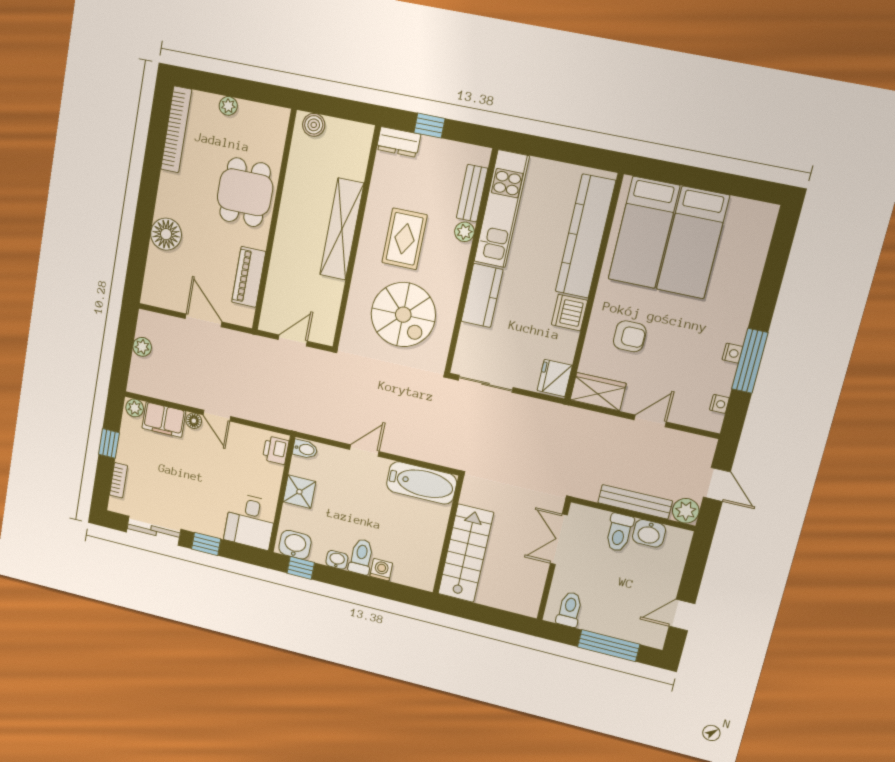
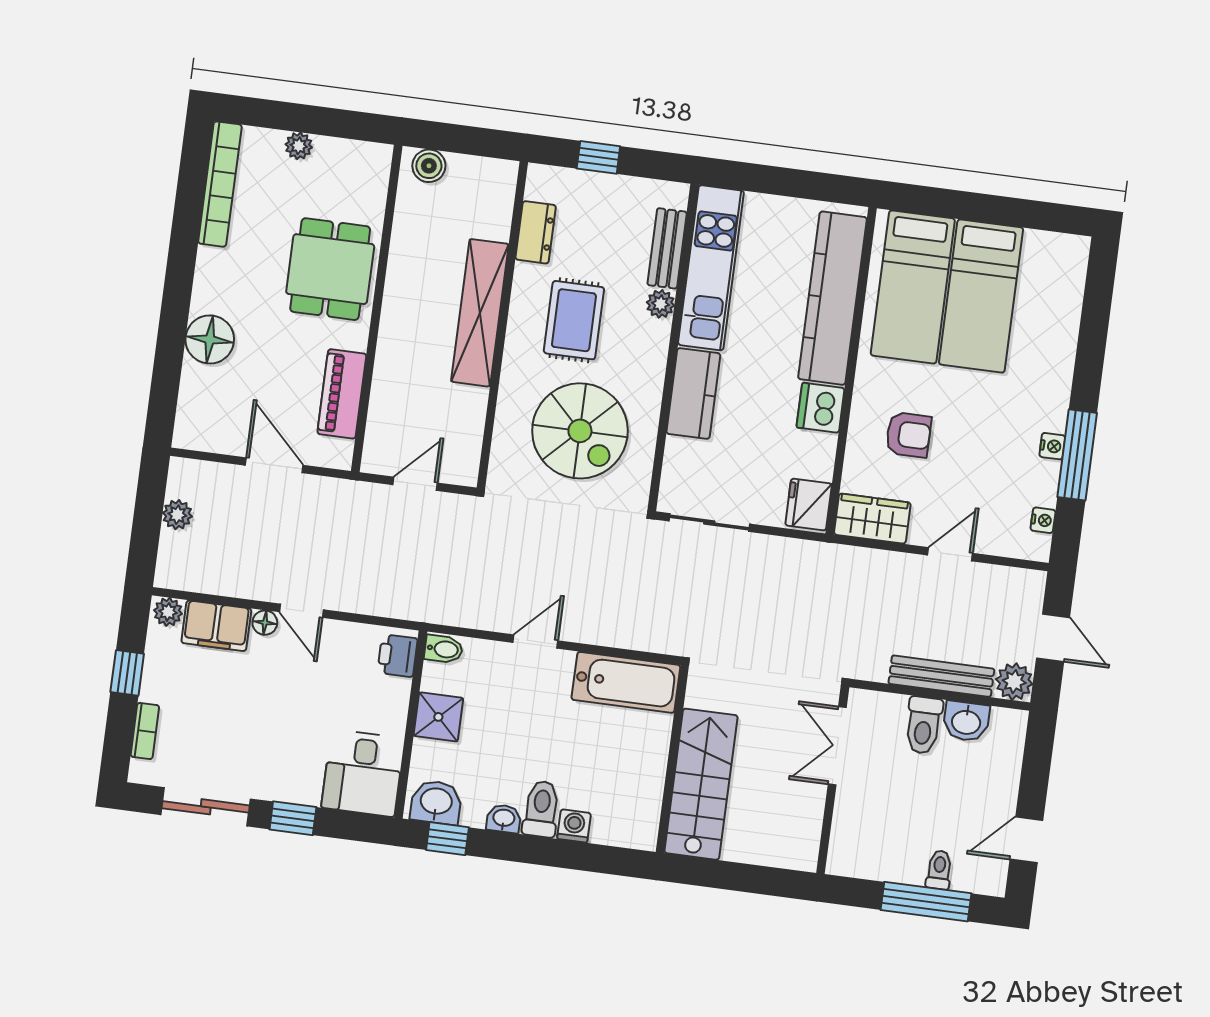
dresser: (398, 142) -> (536, 232), moved, turned -90
toilet: (570, 609) -> (939, 870), moved, width x0.73, depth x0.72

